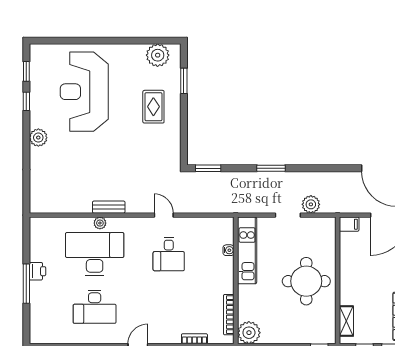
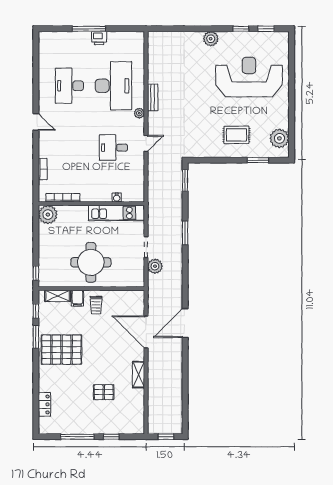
plant: (100, 223) -> (139, 113), moved
filing cabinet: (349, 224) -> (77, 298), moved
trolley: (357, 275) -> (96, 305), added

